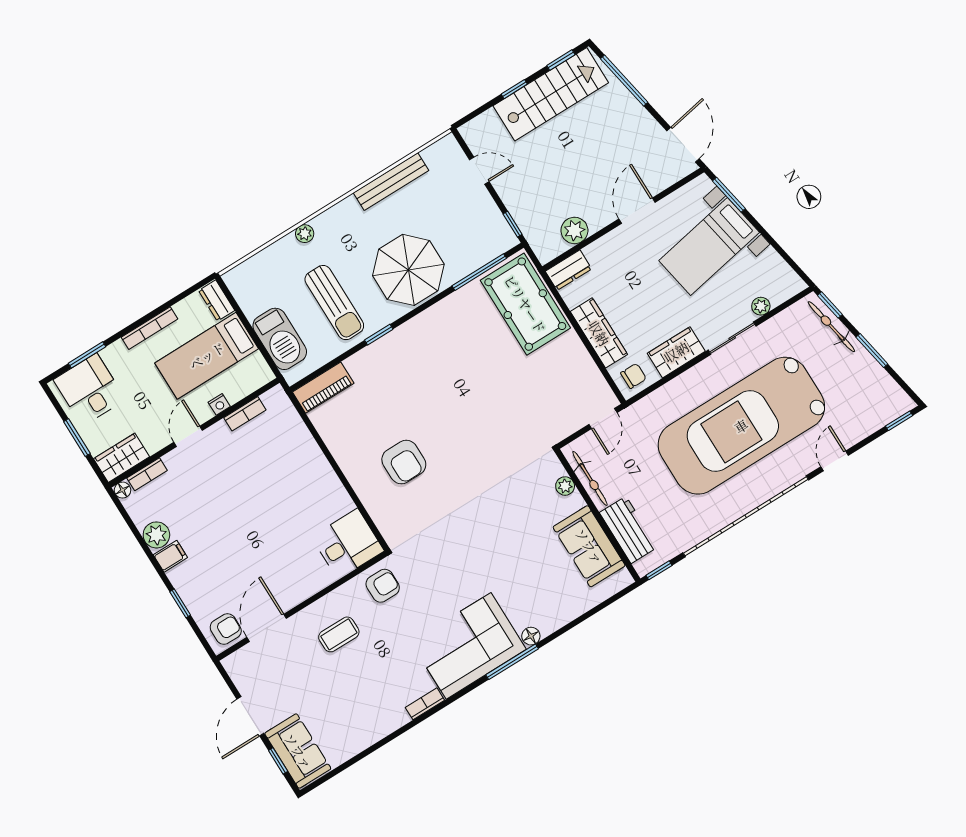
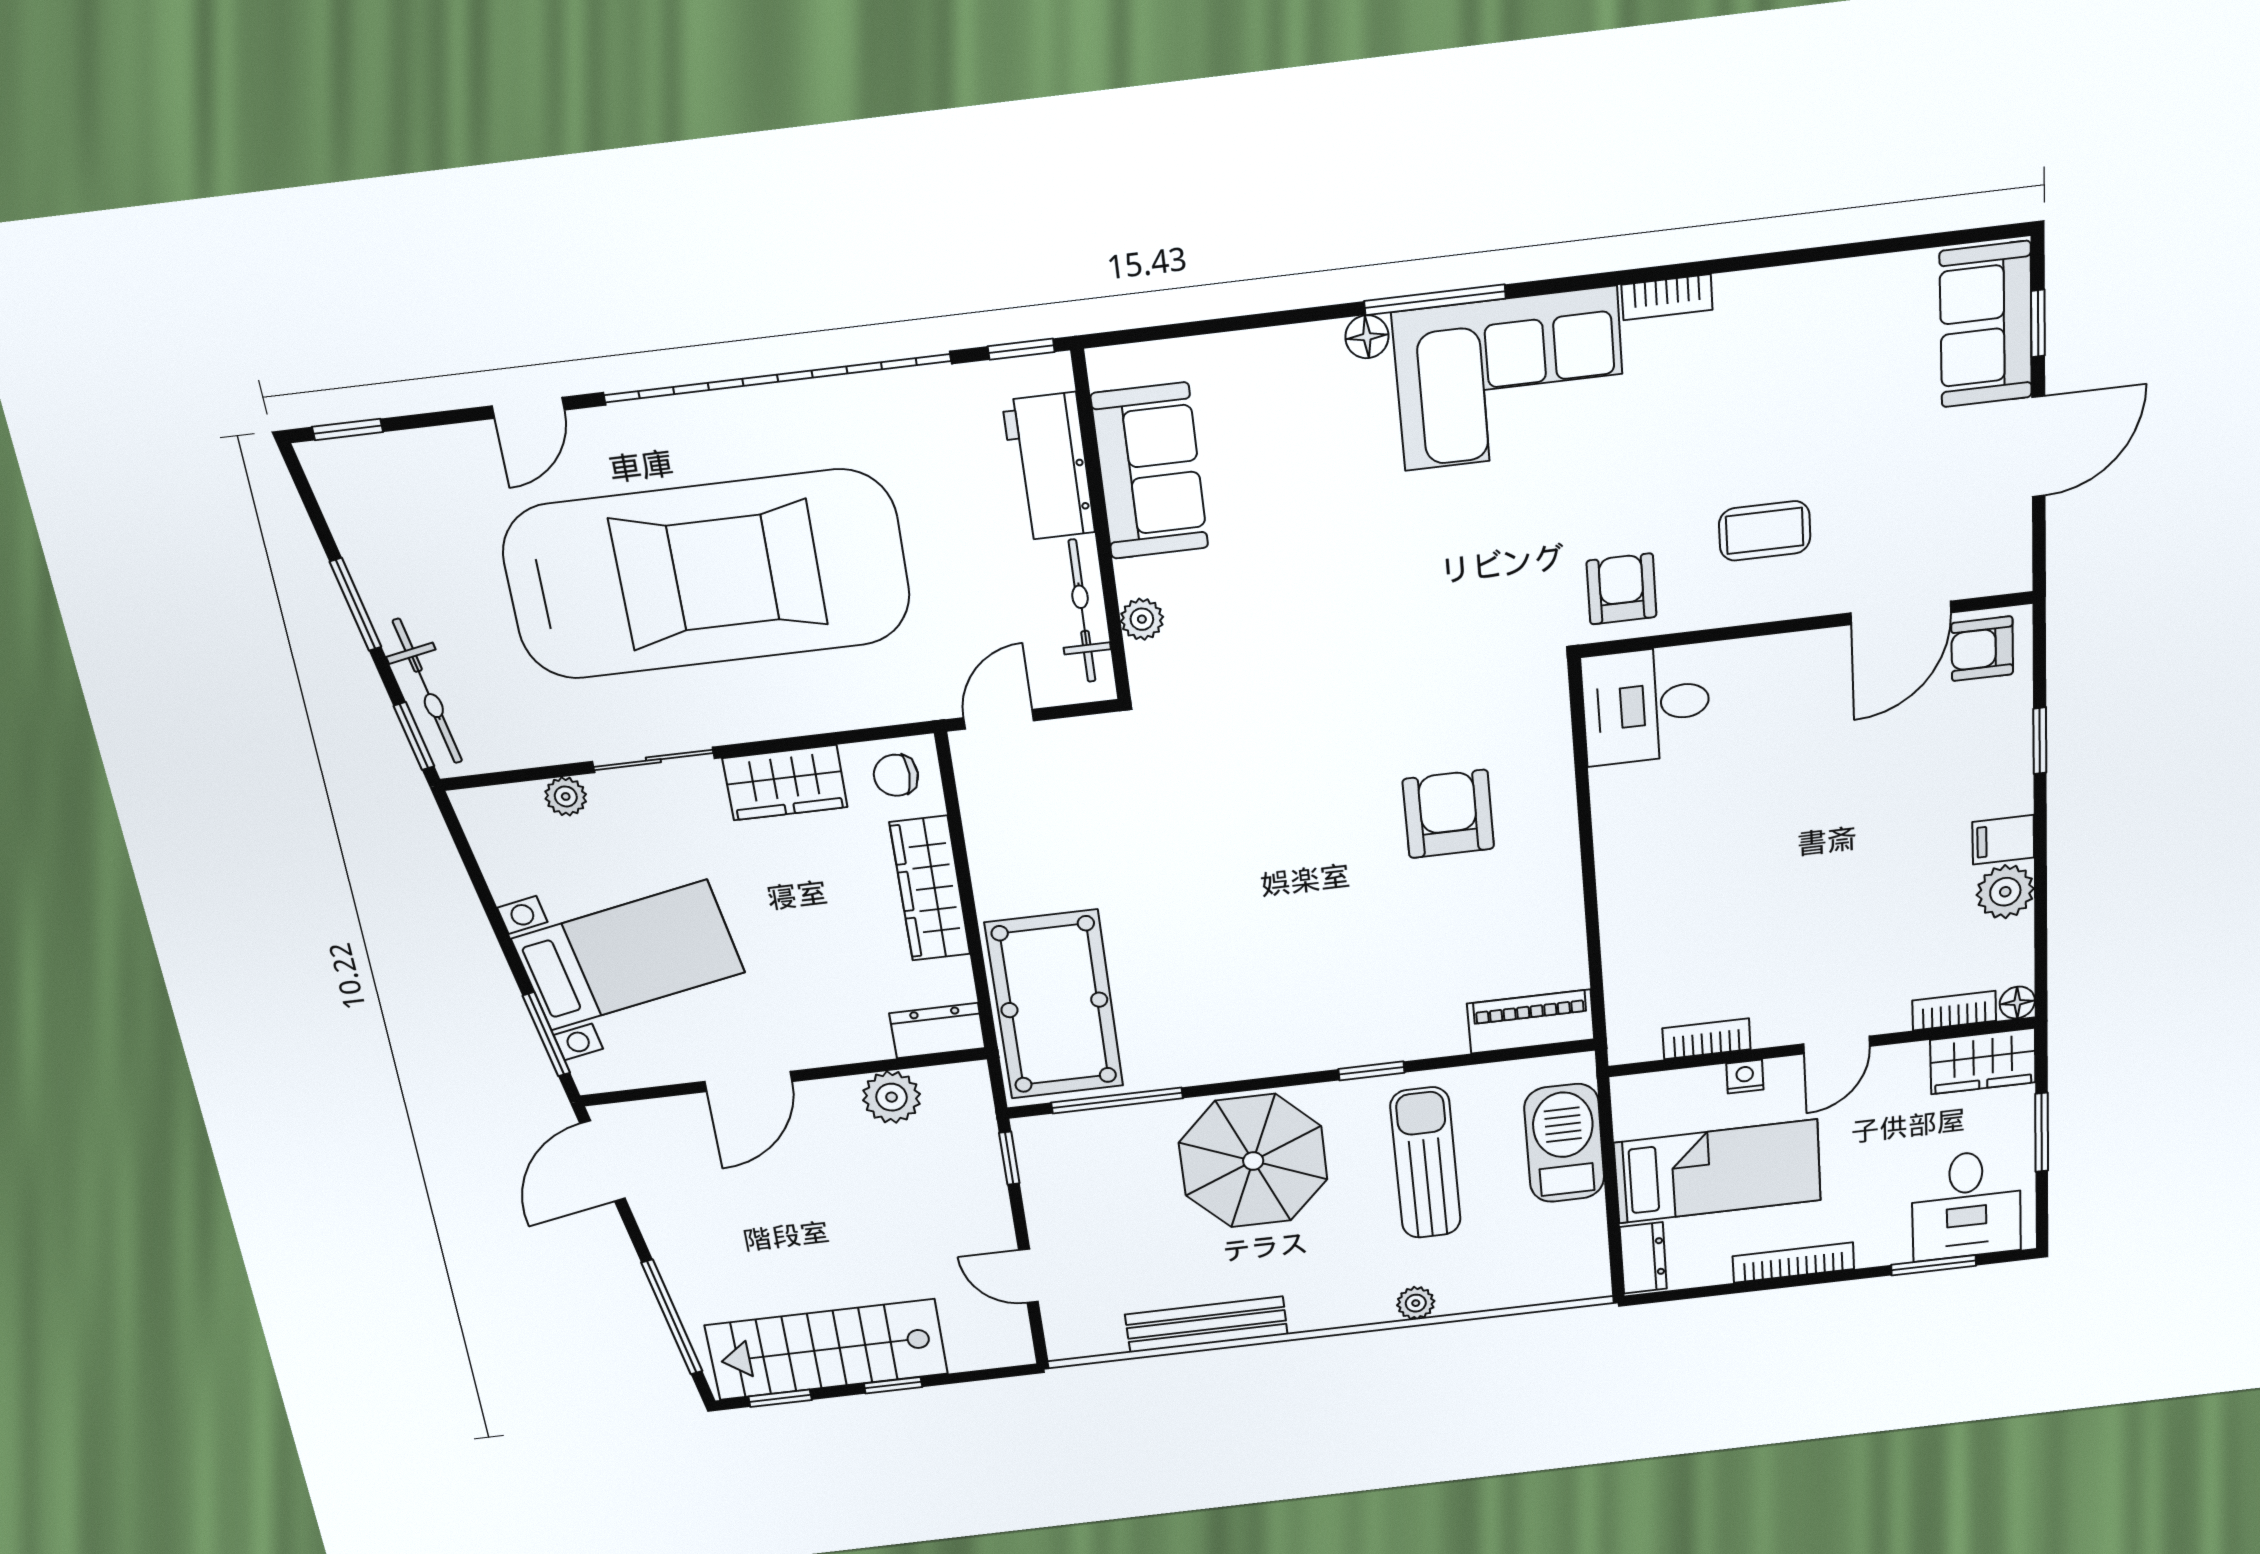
armchair: (383, 586) -> (1621, 589), turned 90

